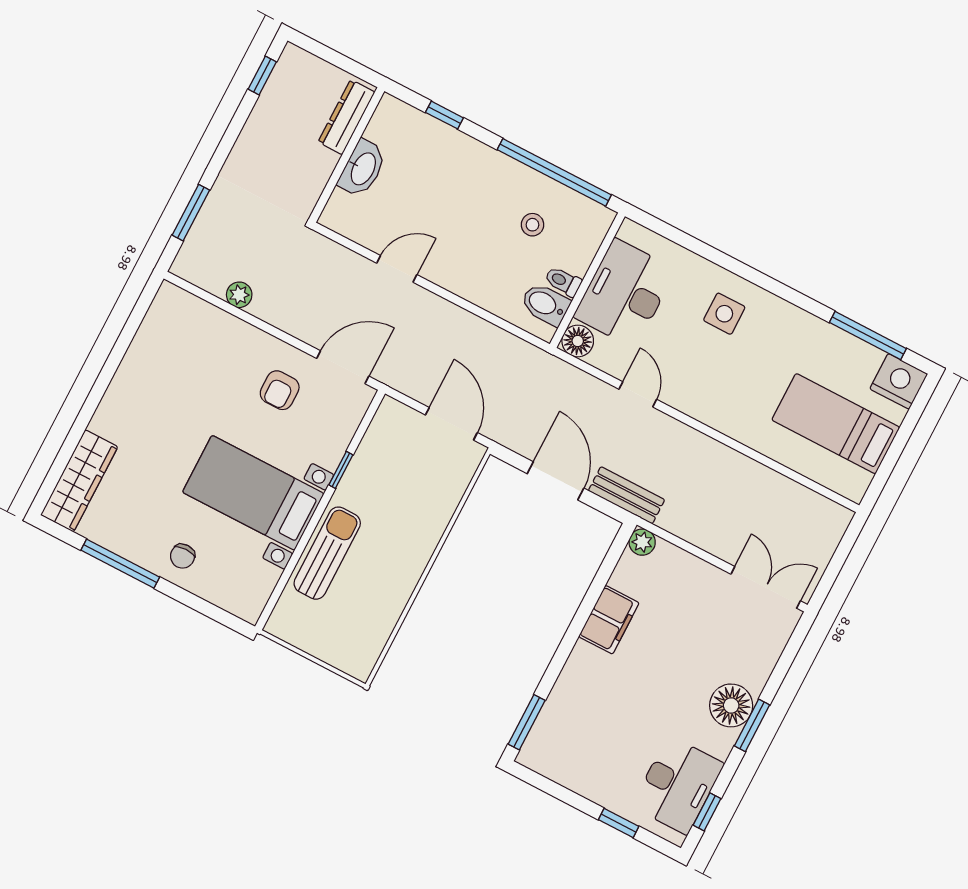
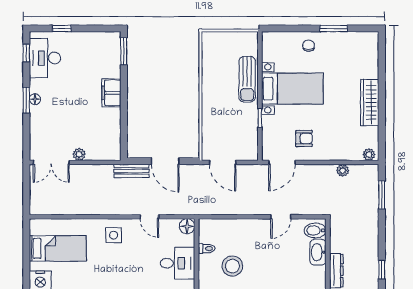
stool: (532, 225) -> (232, 266), width x1.89, depth x1.89
desk: (625, 293) -> (177, 263), width x0.73
plant: (176, 299) -> (369, 155), added
bidet: (545, 304) -> (315, 230), moved, turned 180
side table: (724, 314) -> (114, 235), moved
armchair: (280, 390) -> (304, 138), turned 90
wardrobe: (79, 481) -> (370, 103), moved
plant: (642, 542) -> (79, 154), moved
window: (120, 564) -> (334, 28), width x0.69
filing cabinet: (609, 620) -> (111, 93), moved
floor lamp: (731, 705) -> (35, 99), width x0.53, depth x0.53

